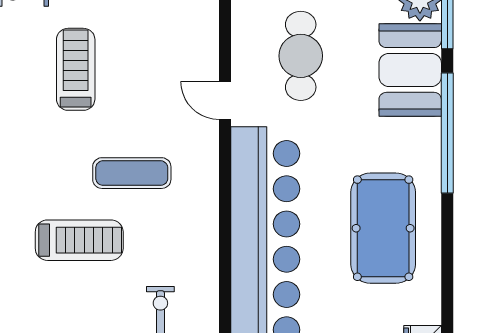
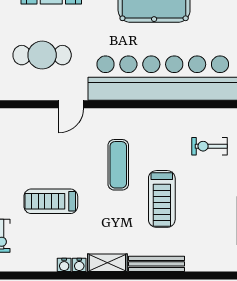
treadmill: (79, 240) -> (162, 199), turned 180

